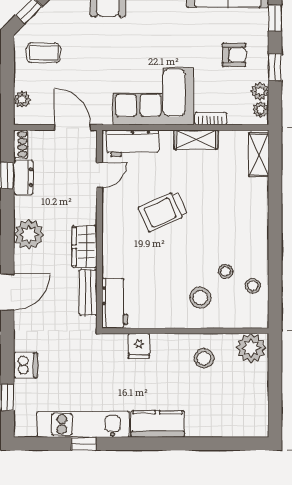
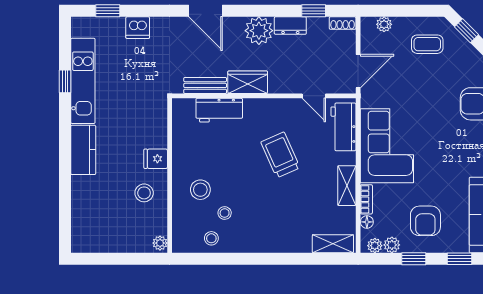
coffee table: (43, 53) -> (427, 44), turned 90
armchair: (234, 55) -> (425, 221), width x1.38, depth x1.38
floor lamp: (235, 118) -> (367, 222), added
dresser: (23, 177) -> (290, 26), moved
workbench: (115, 303) -> (219, 110), moved
fridge: (139, 346) -> (156, 159), moved
plant: (251, 348) -> (160, 243), width x0.53, depth x0.53

